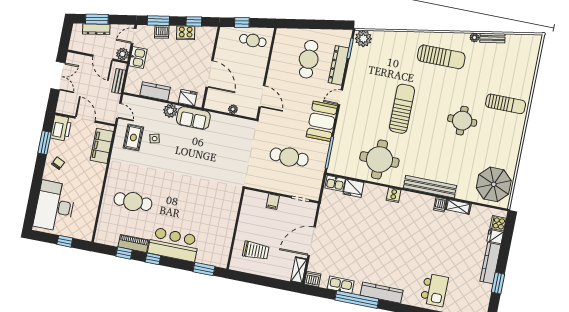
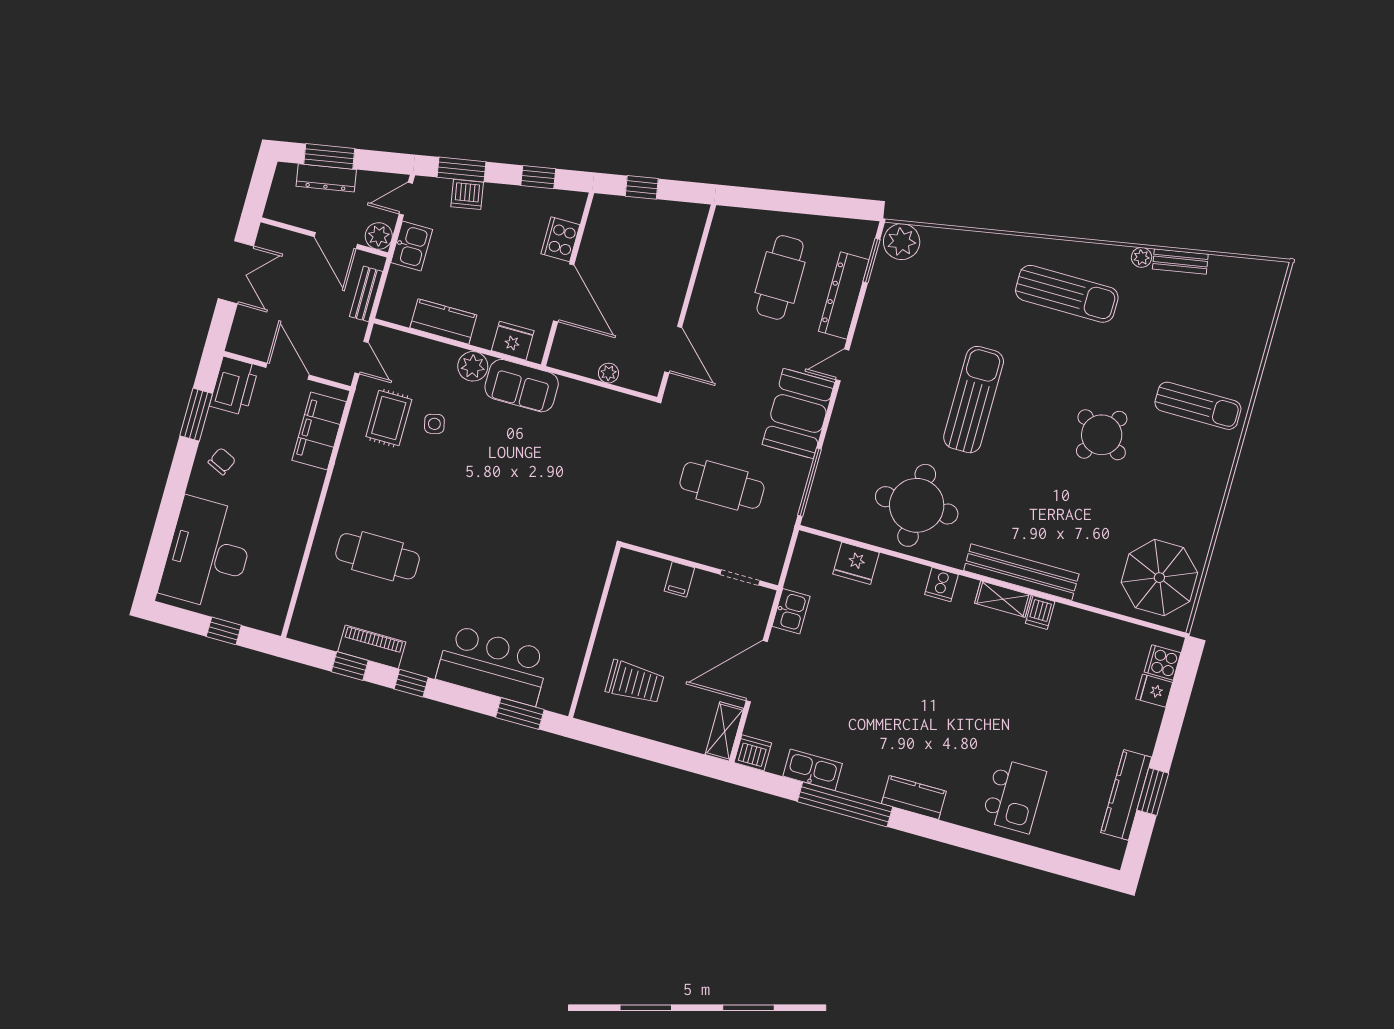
cooker: (186, 33) -> (560, 239), moved, turned 100
cafe table: (253, 40) -> (662, 228), removed
round table: (462, 121) -> (1102, 435), turned 32
kitchen sink: (335, 183) -> (791, 611), moved, turned -90
shelving: (458, 207) -> (1003, 599), moved
bar counter: (174, 244) -> (493, 665), moved
kitchen counter: (490, 263) -> (1126, 795), moved
kitchen counter: (382, 293) -> (914, 797), width x0.67

